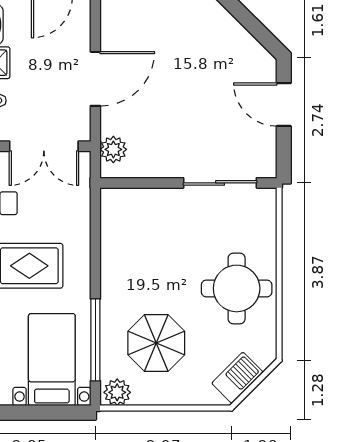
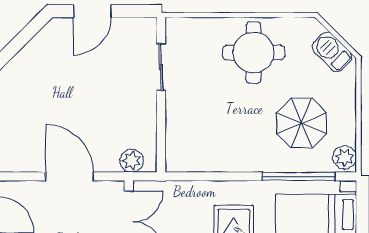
sliding door: (220, 183) -> (161, 67), width x0.73

